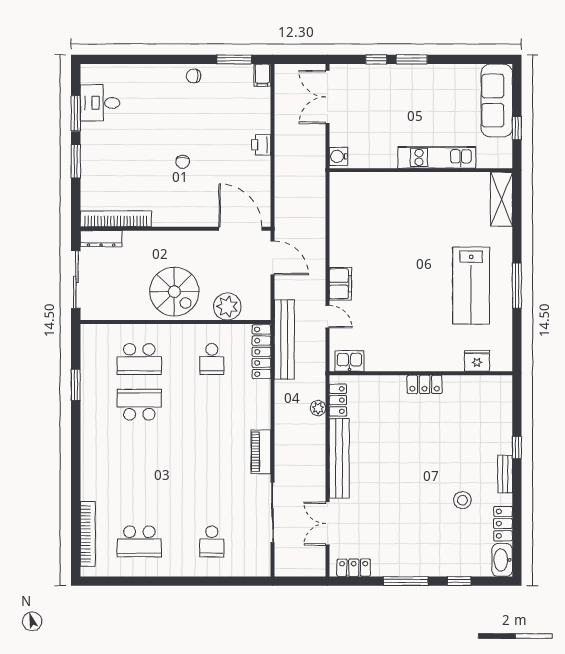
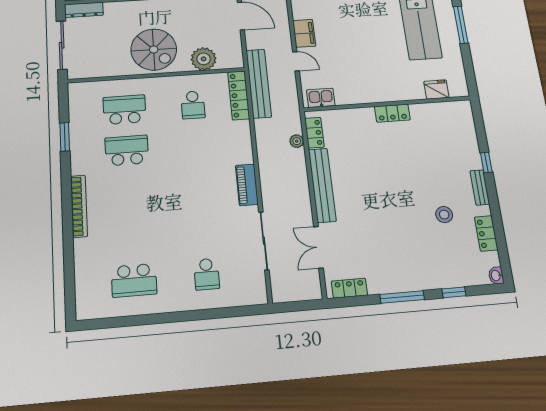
school desk: (139, 359) -> (125, 110), turned 180
bookcase: (88, 534) -> (79, 206), moved
washbasin: (502, 560) -> (496, 276), width x0.52, depth x0.69

